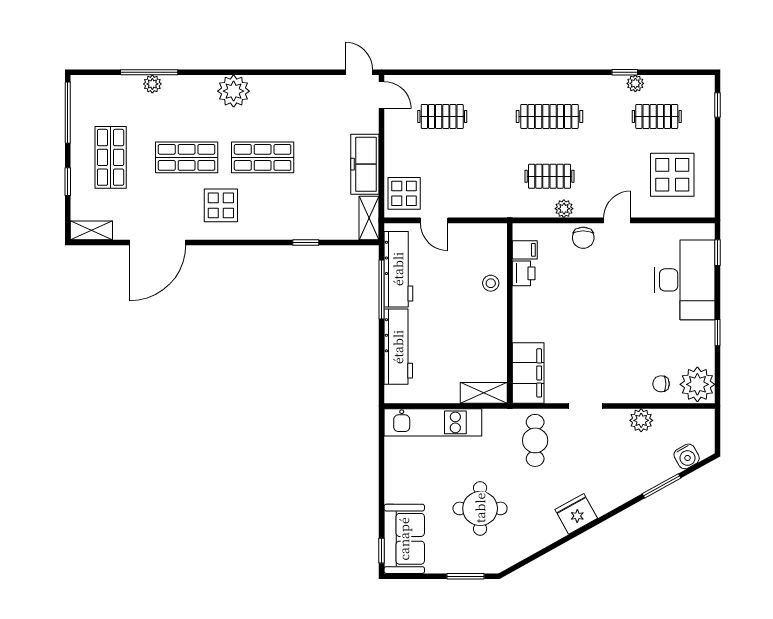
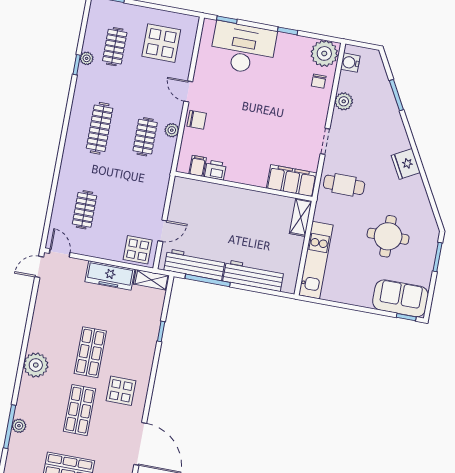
door: (382, 95) -> (60, 253), hinge flipped
stool: (491, 283) -> (218, 196), removed
water cooler: (687, 456) -> (350, 63), moved, turned -151

